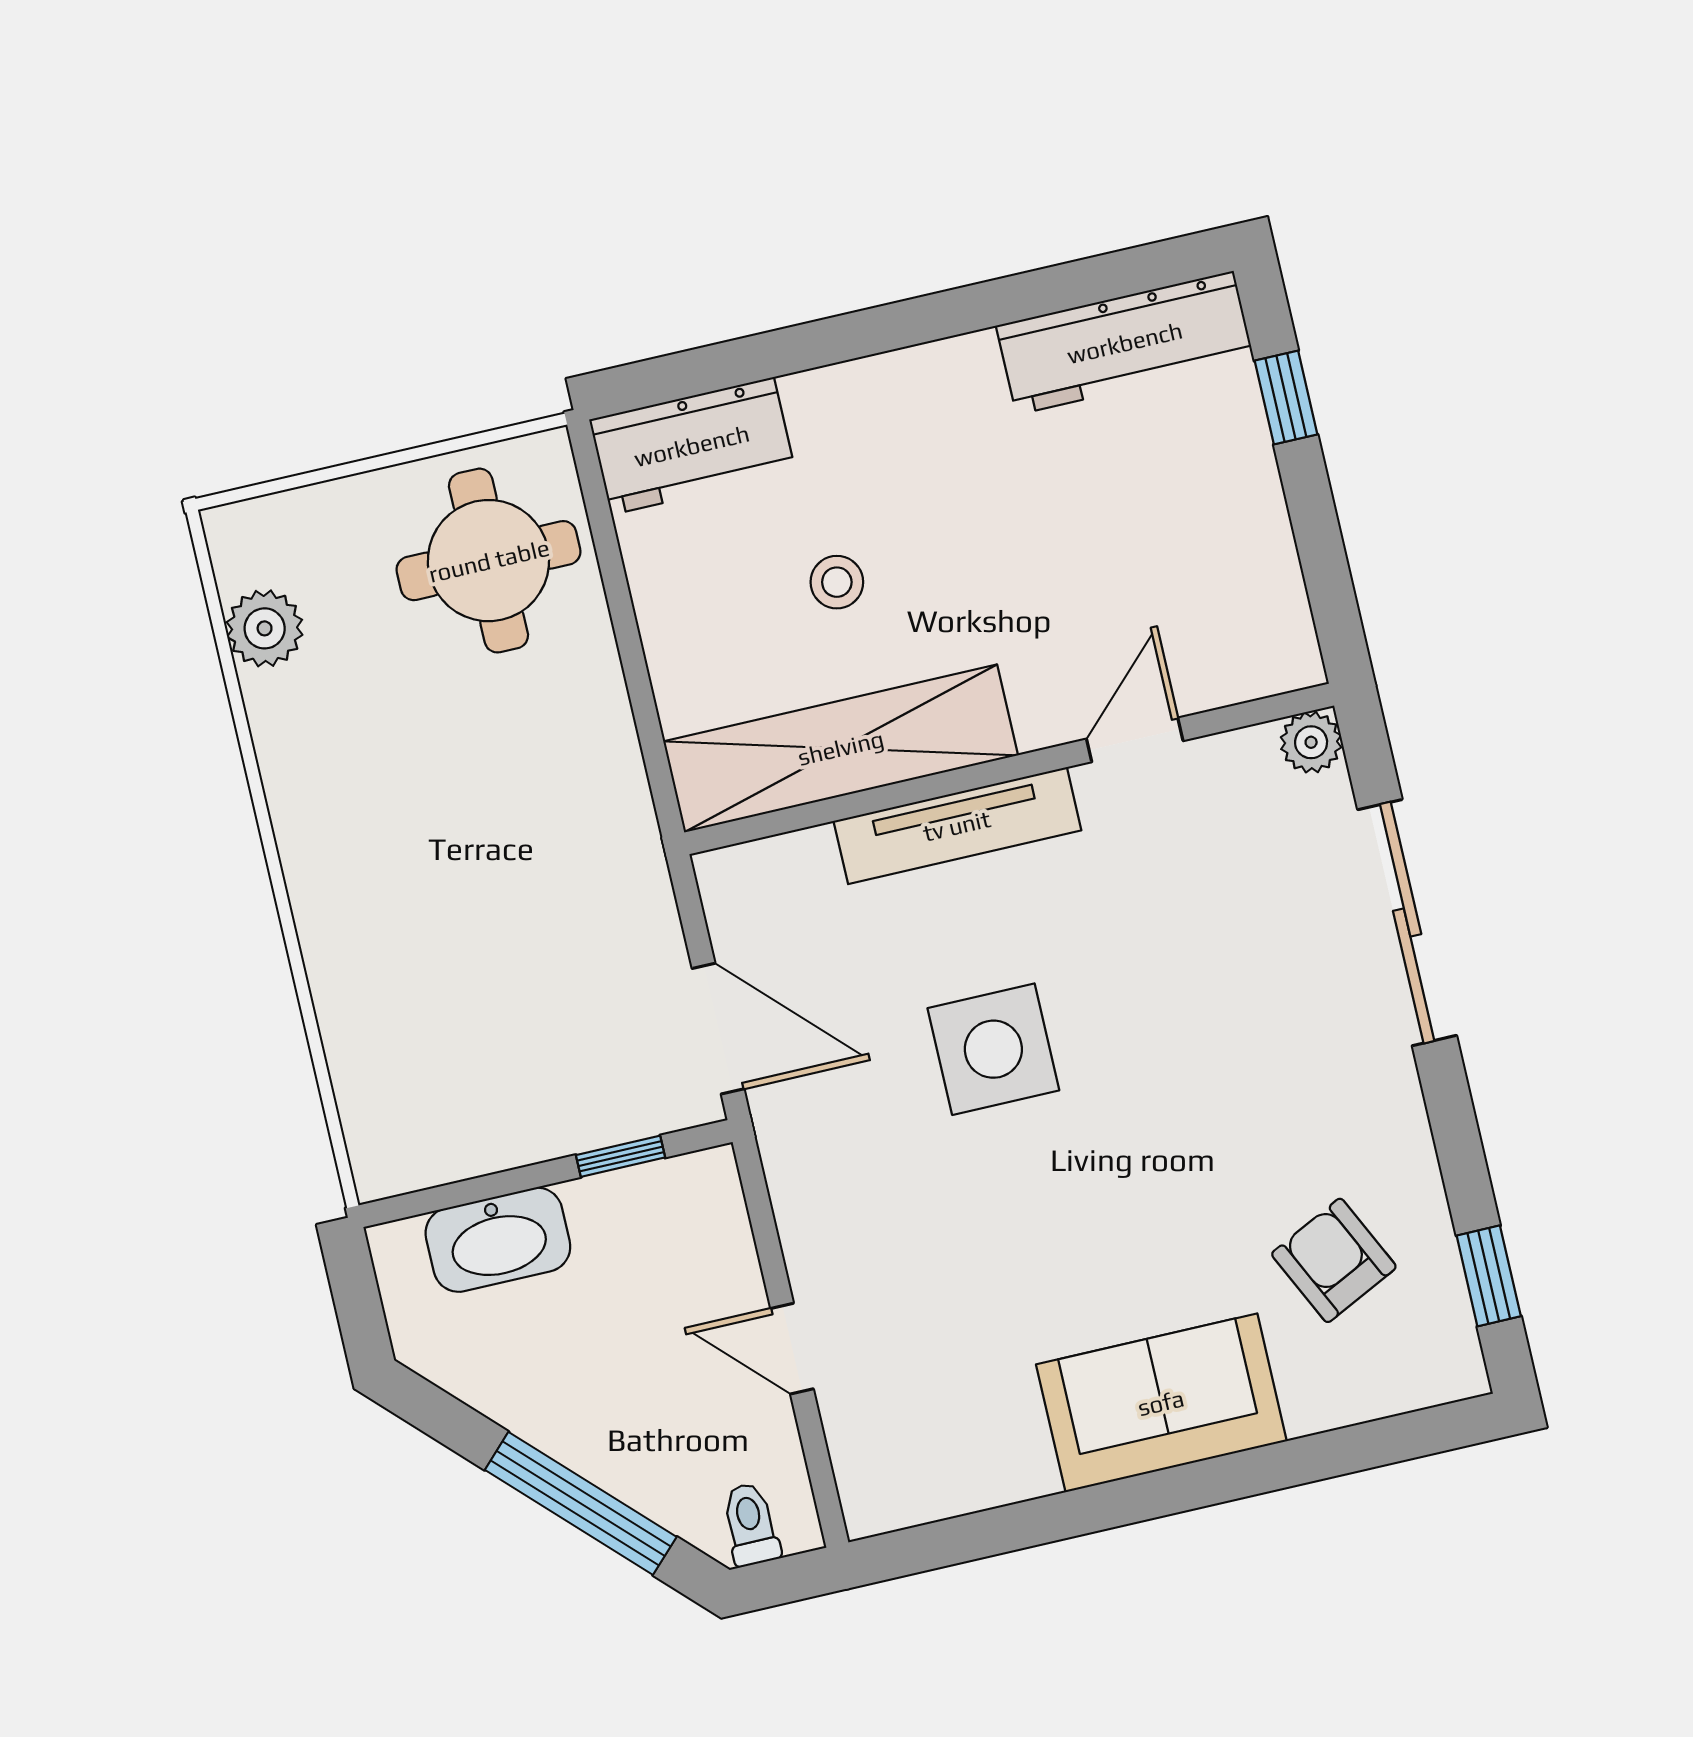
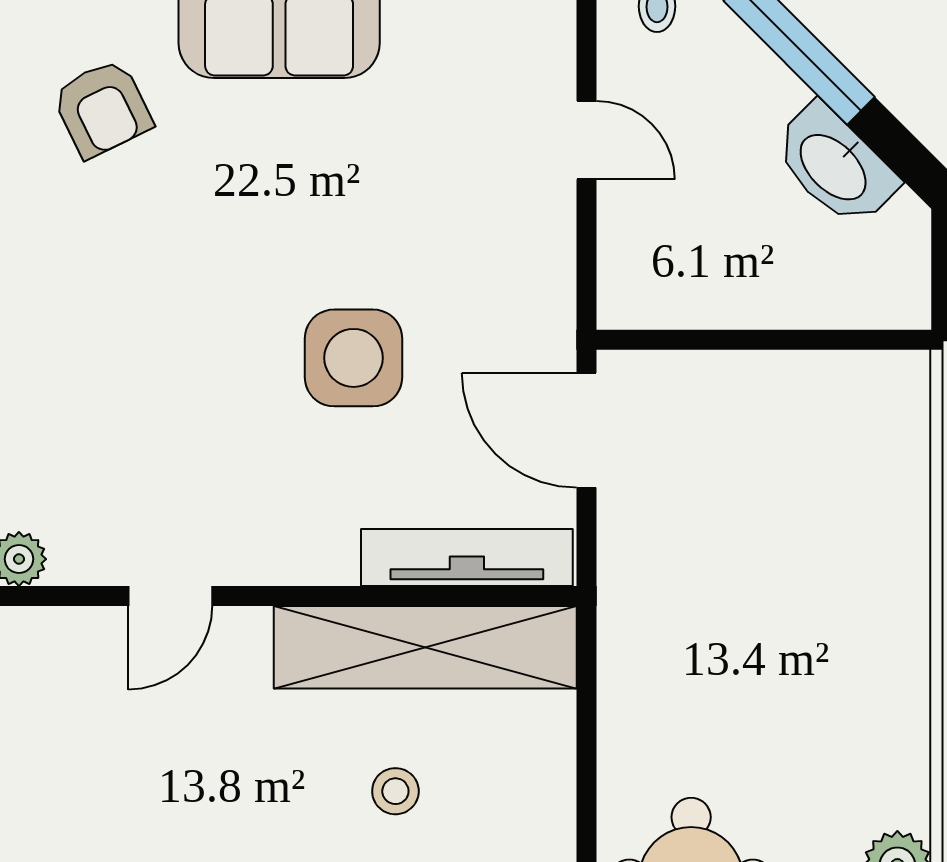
tv unit: (957, 826) -> (467, 558), moved
window: (621, 1156) -> (696, 340), removed
washbasin: (498, 1240) -> (835, 166), moved, turned -135

